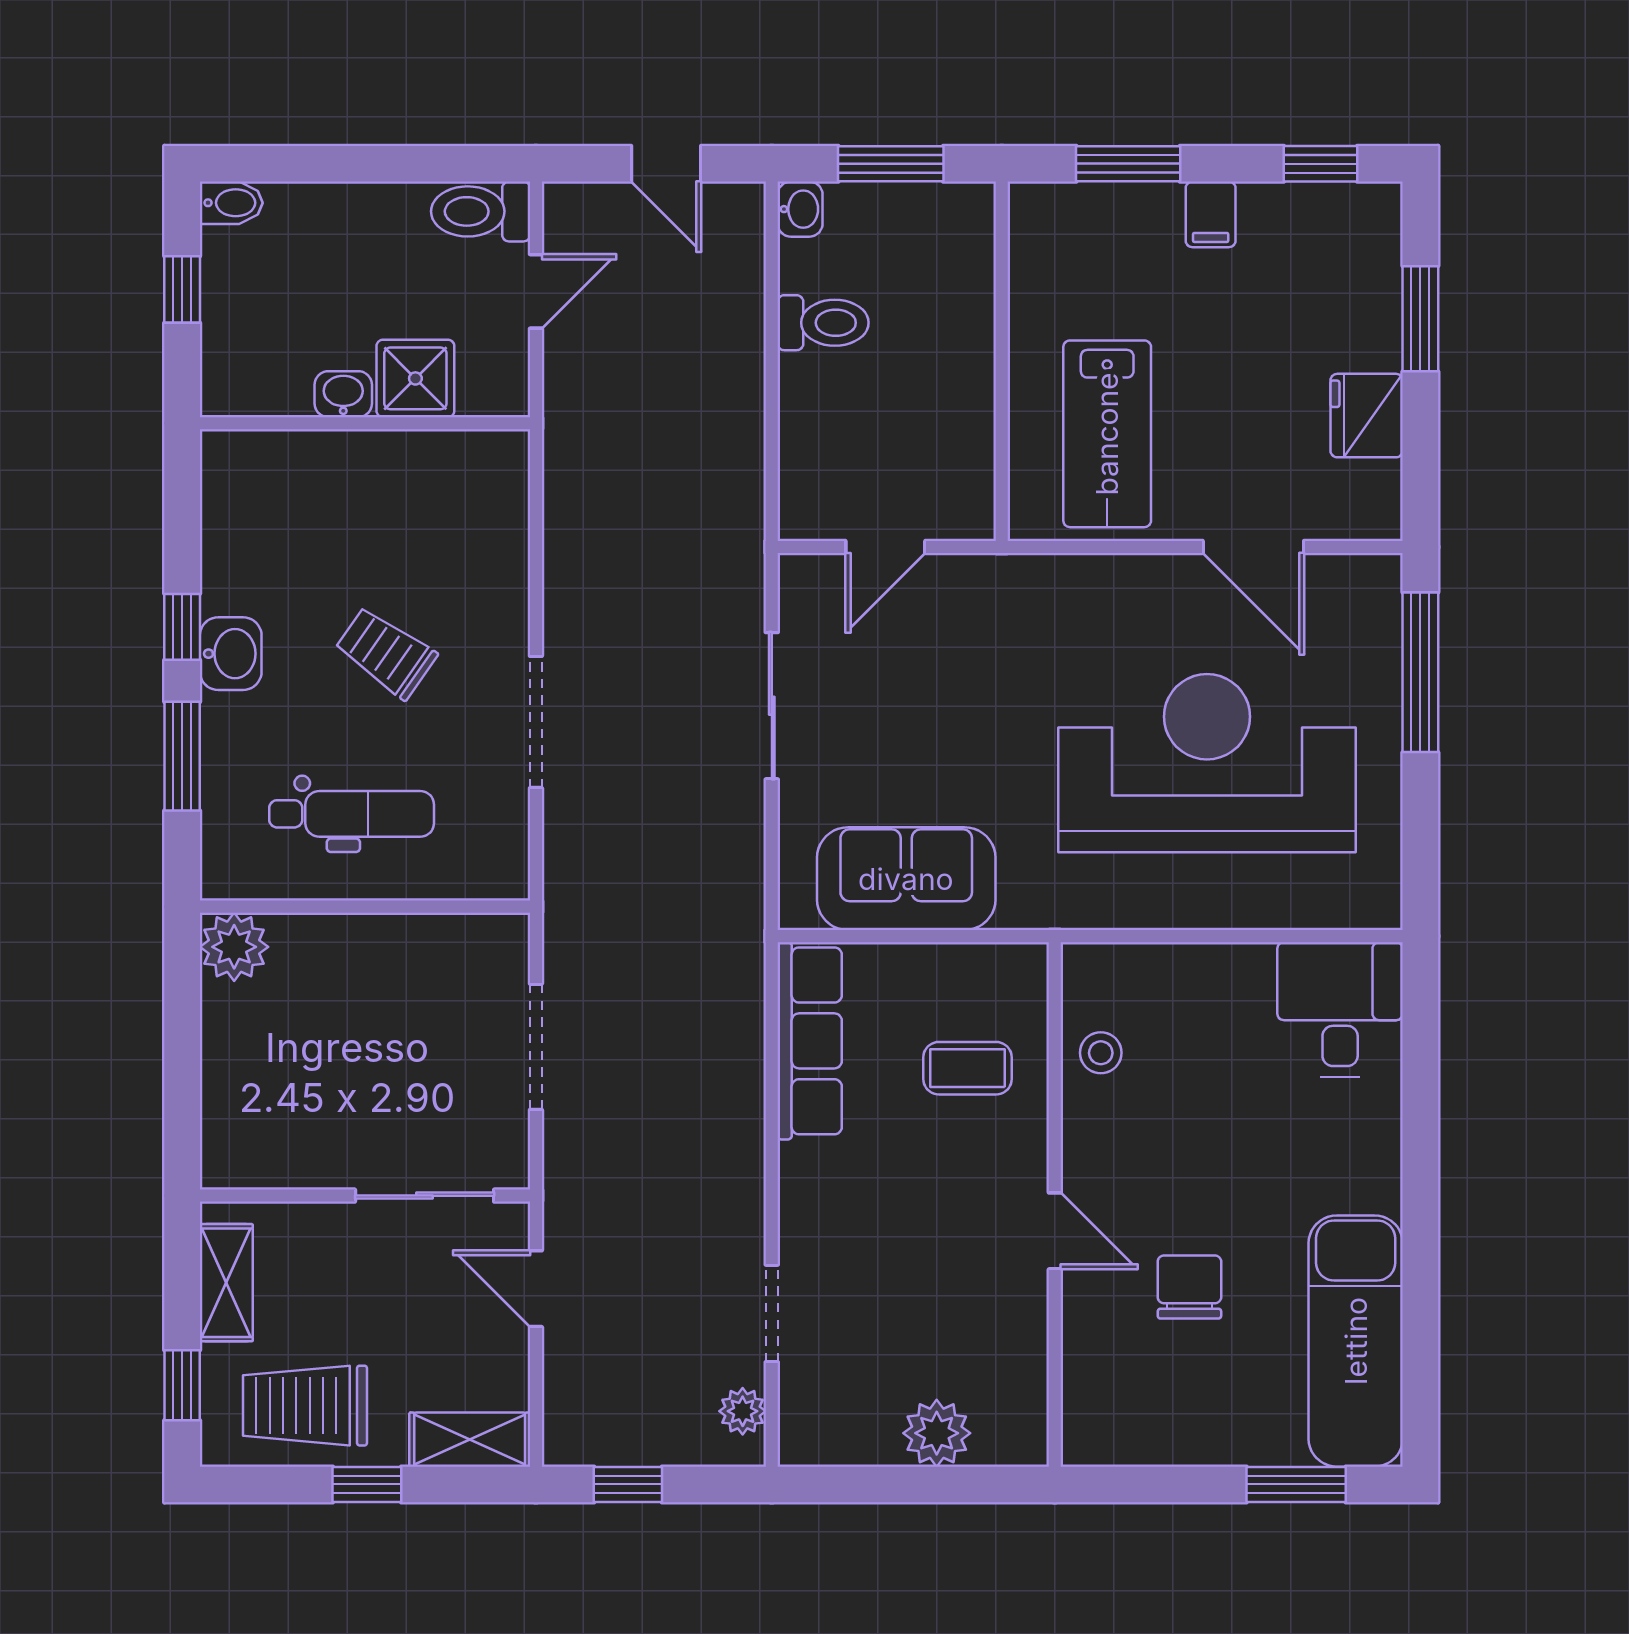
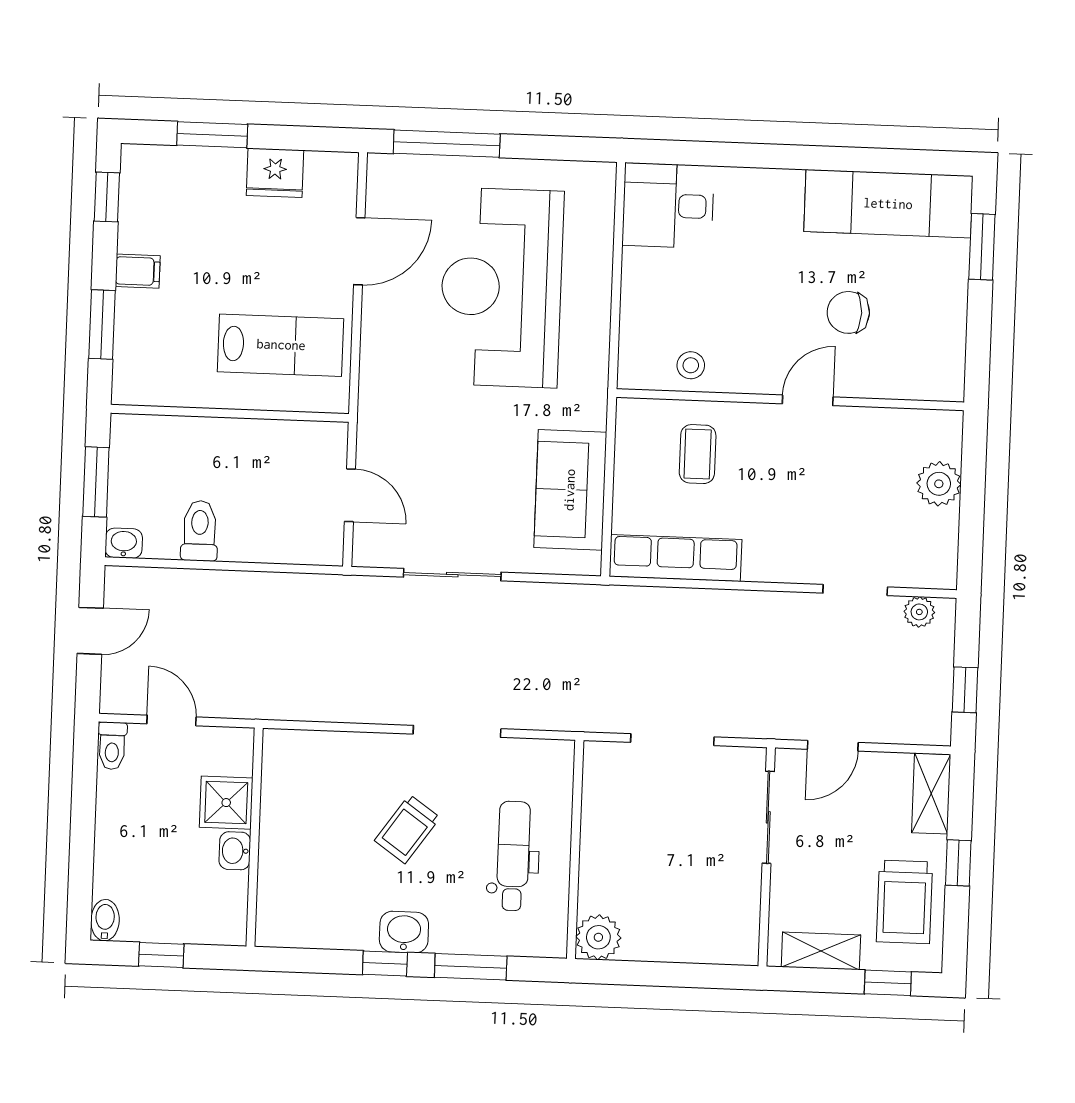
toilet: (481, 211) -> (112, 746), width x0.73, depth x0.72

